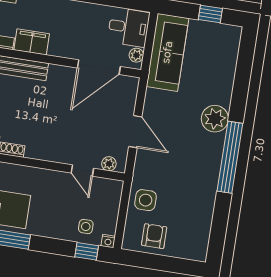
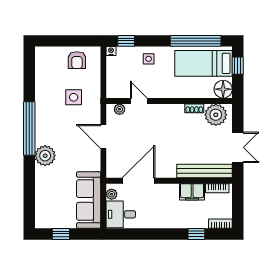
side table: (146, 200) -> (74, 97), moved
side table: (86, 227) -> (149, 59), moved

